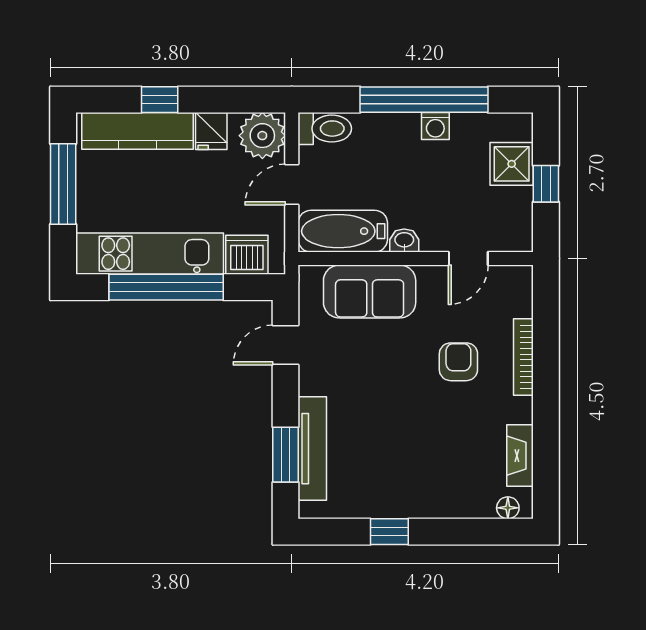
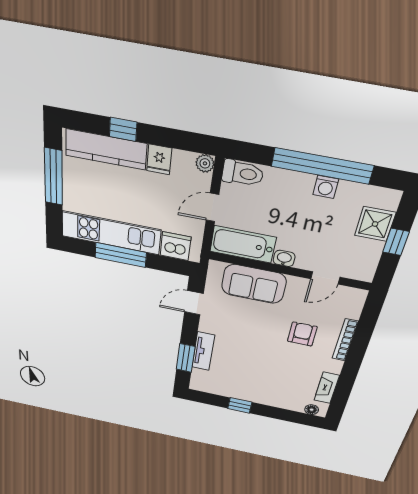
plant: (262, 136) -> (205, 163), width x0.53, depth x0.53
window: (166, 287) -> (121, 255), width x0.68
tv unit: (312, 449) -> (203, 351), width x0.71

